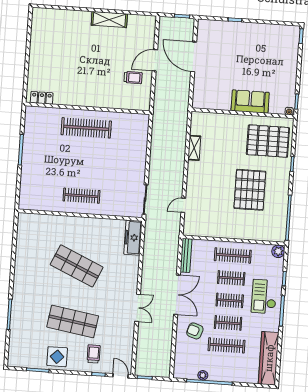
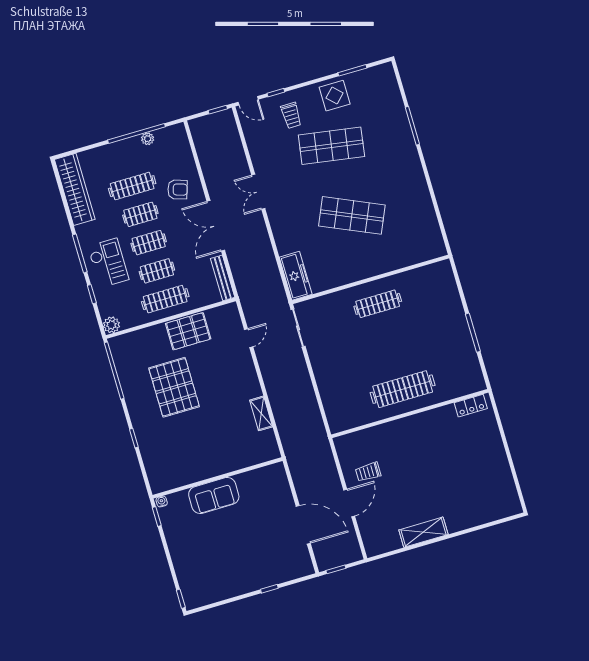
pallet: (268, 141) -> (188, 331), moved, width x0.73, depth x0.71

